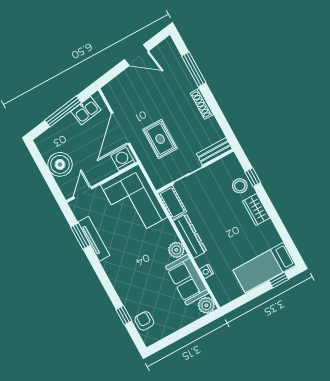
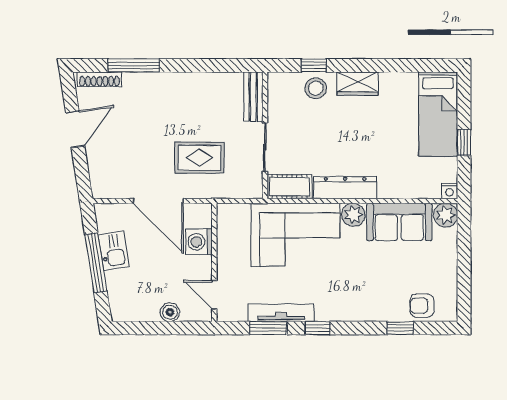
shoe rack: (202, 104) -> (100, 79), moved
kitchen sink: (86, 111) -> (114, 251), moved
washing machine: (123, 159) -> (199, 242), moved
boiler: (60, 164) -> (170, 312), width x0.54, depth x0.54
corner sofa: (134, 201) -> (296, 235), moved
window: (97, 266) -> (318, 328), added
nightstand: (206, 271) -> (450, 191), moved
window: (279, 280) -> (464, 143), moved

